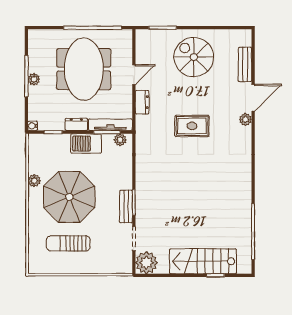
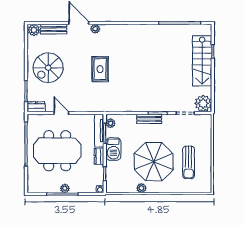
plant: (244, 38) -> (34, 30), added
dresser: (142, 102) -> (36, 107), moved
bench: (126, 207) -> (149, 119), moved

